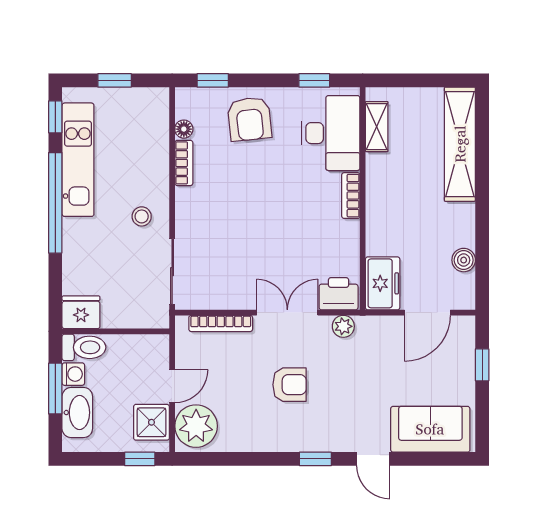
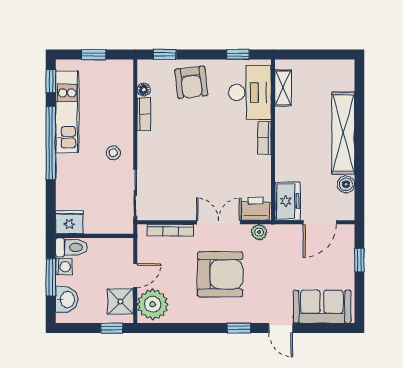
shelving: (460, 144) -> (343, 133), moved
armchair: (290, 385) -> (220, 274), width x1.88, depth x1.88
washbasin: (77, 413) -> (67, 300), width x0.72

